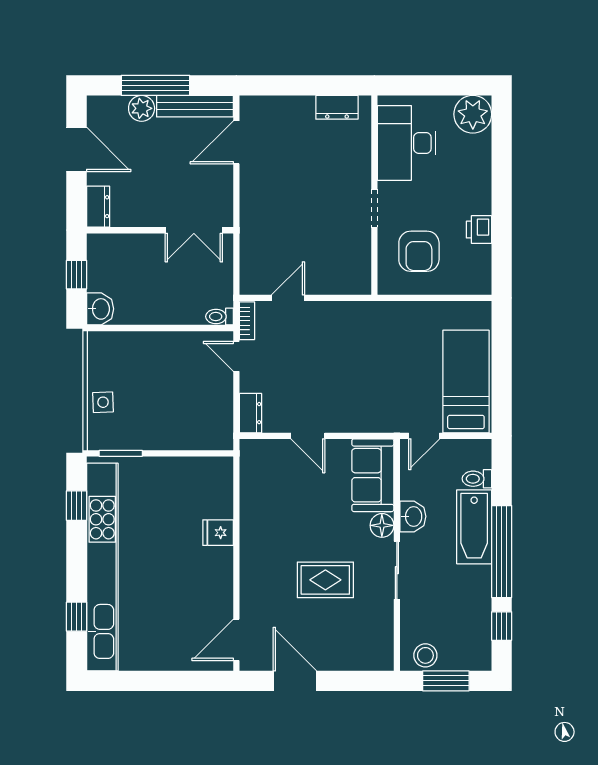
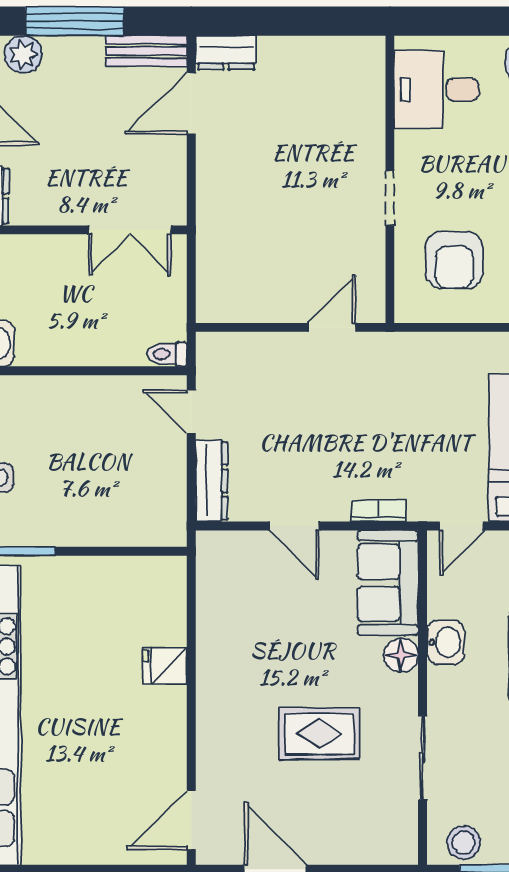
bench: (195, 106) -> (146, 51), width x0.73
dresser: (337, 107) -> (226, 53), moved
plant: (142, 108) -> (23, 54), moved
desk: (407, 143) -> (436, 90), width x0.73
door: (288, 298) -> (332, 327), moved
bookcase: (247, 321) -> (379, 511), moved, turned -90
dresser: (251, 413) -> (212, 481), width x1.44
sliding door: (397, 570) -> (422, 758), moved

